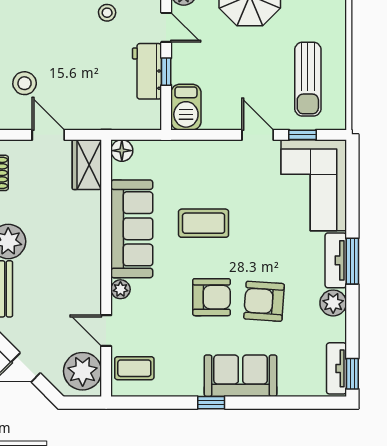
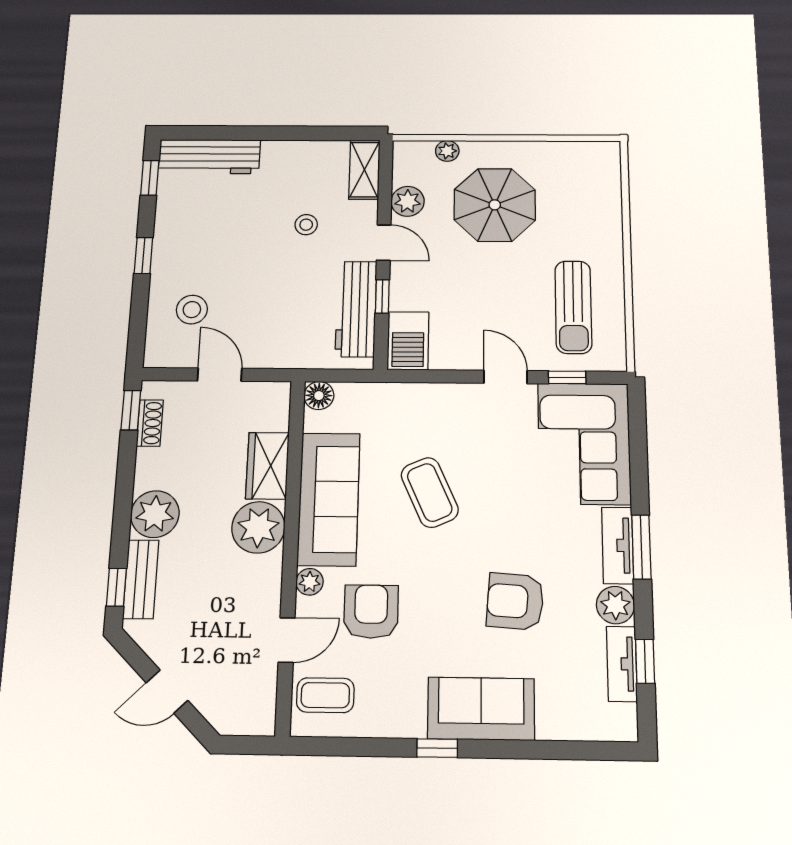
workbench: (147, 71) -> (356, 309), width x1.38
wardrobe: (87, 165) -> (267, 466), moved
coffee table: (204, 223) -> (430, 492), turned 66
armchair: (212, 297) -> (371, 612), moved, turned -90
door: (106, 331) -> (287, 640), swing flipped
tv unit: (336, 368) -> (622, 664), moved
plant: (83, 371) -> (258, 527), moved
window: (352, 374) -> (645, 661), moved

